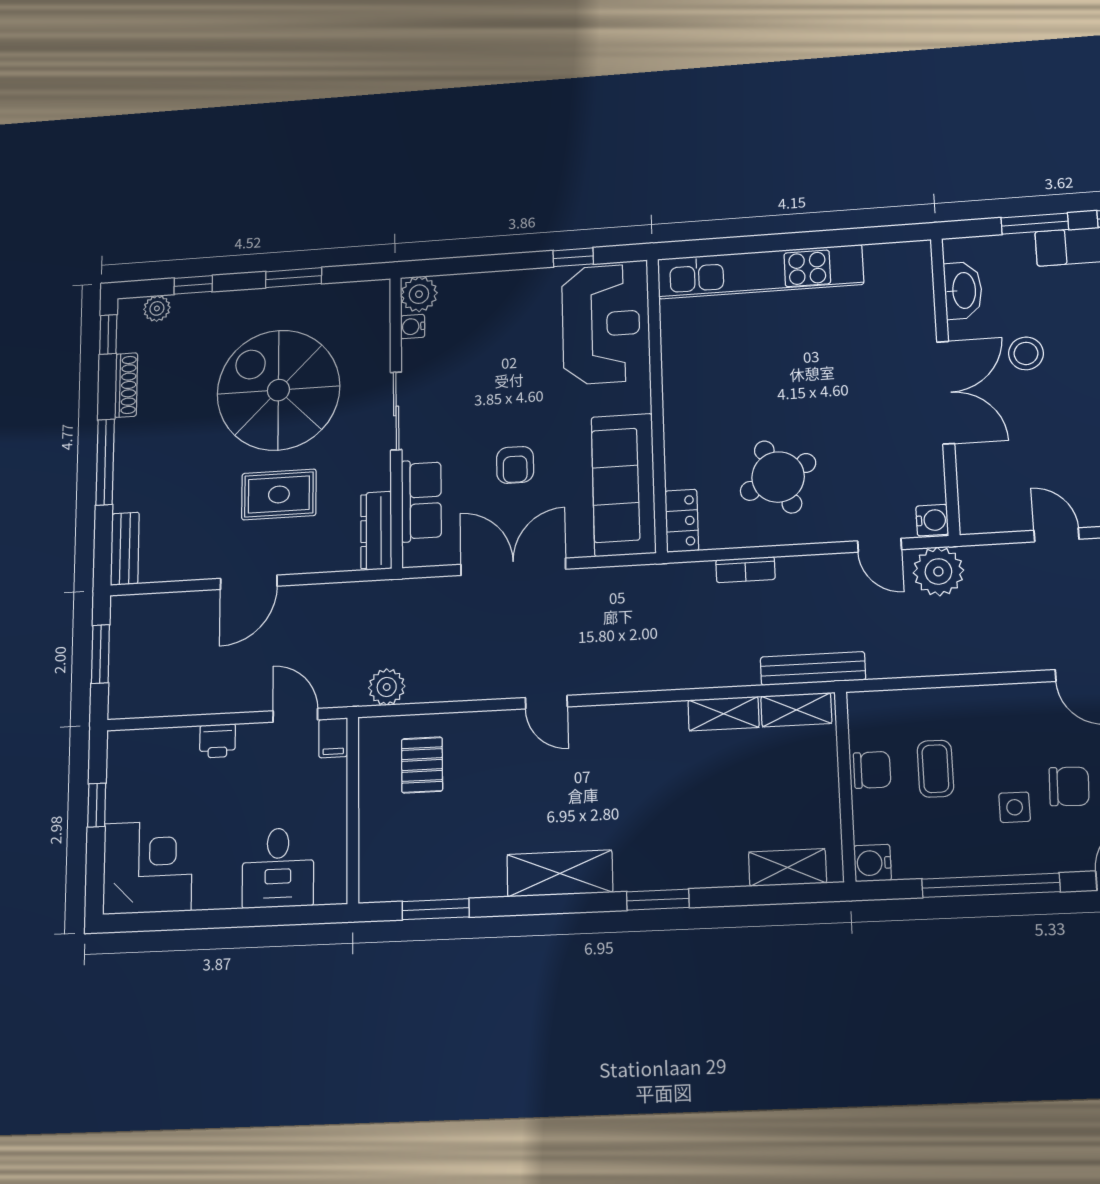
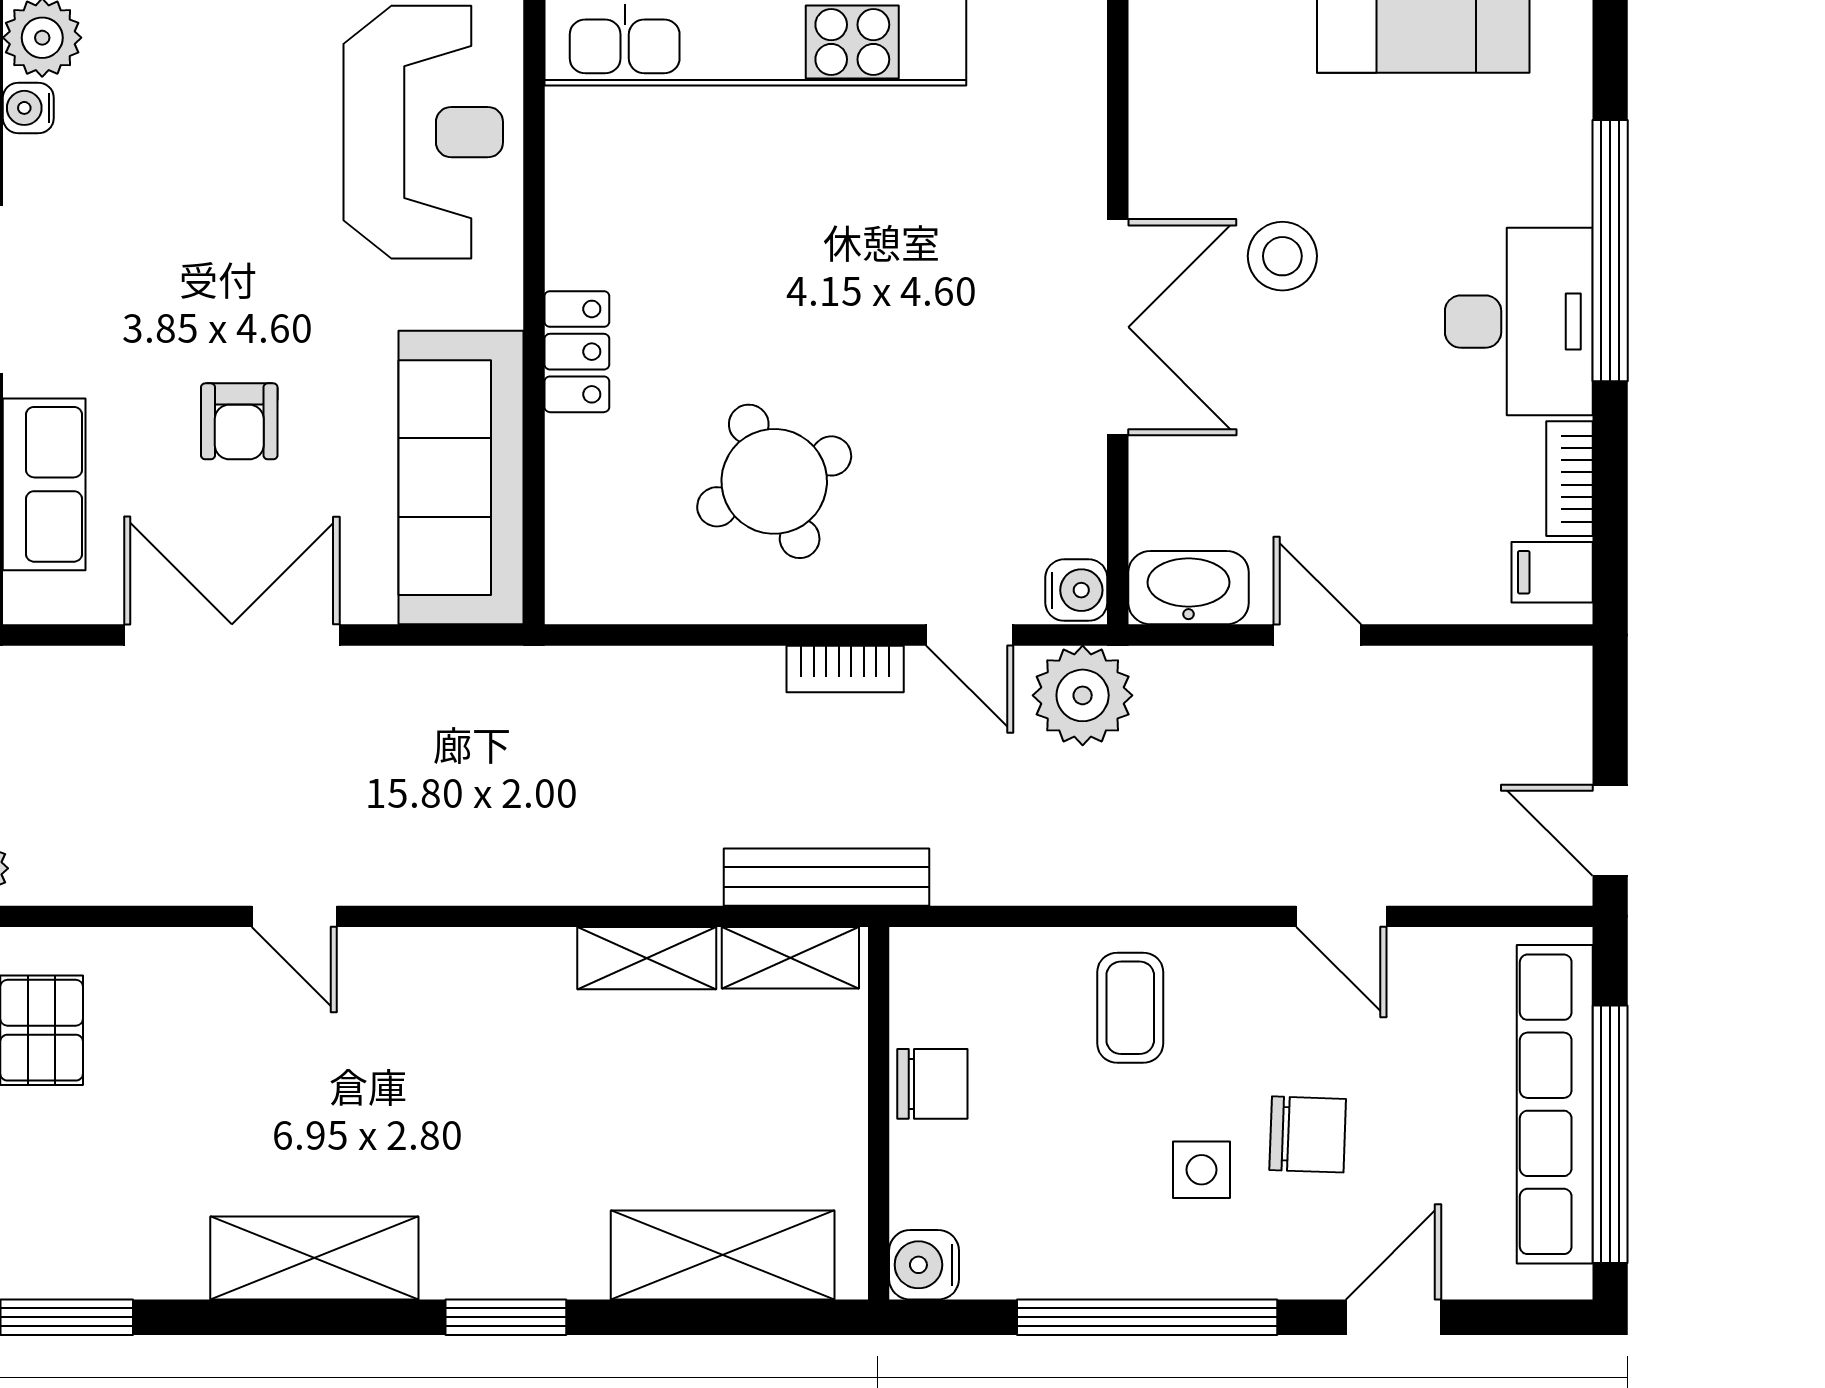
washbasin: (963, 290) -> (1189, 588), moved, turned -90
locker: (682, 521) -> (577, 352), moved
bookcase: (745, 570) -> (845, 669), moved
coffee table: (935, 769) -> (1130, 1008), moved
shelving: (787, 867) -> (723, 1255), width x1.50, depth x1.33

